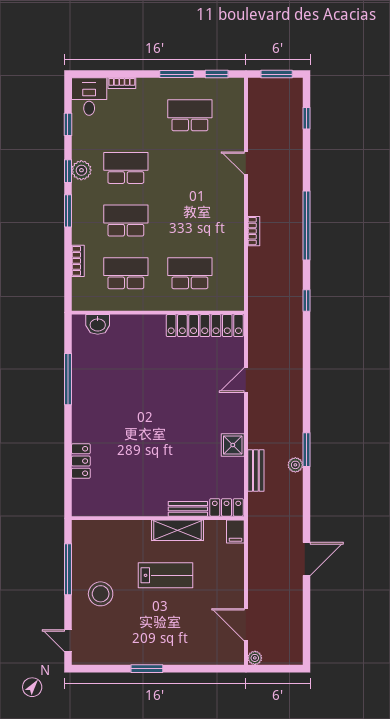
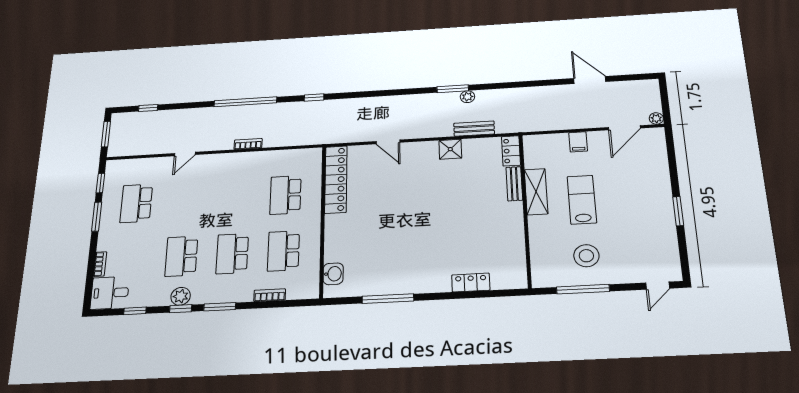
filing cabinet: (235, 532) -> (578, 142), moved, turned 90
door: (307, 559) -> (590, 80), moved
stool: (101, 594) -> (586, 256), moved

